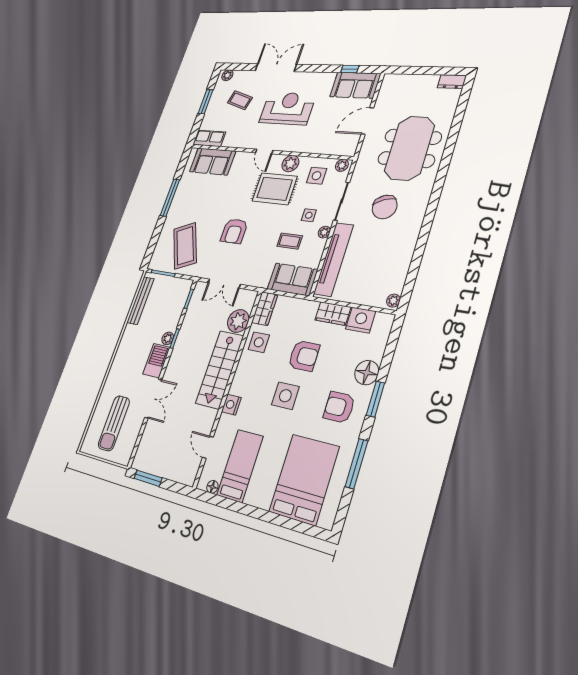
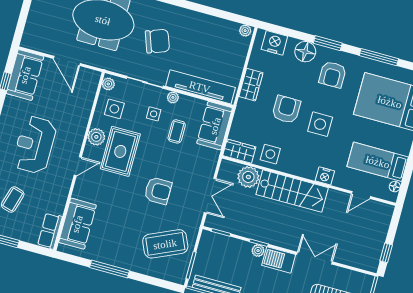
nightstand: (361, 320) -> (274, 43), moved, turned 90
window: (148, 478) -> (386, 253), width x0.67

